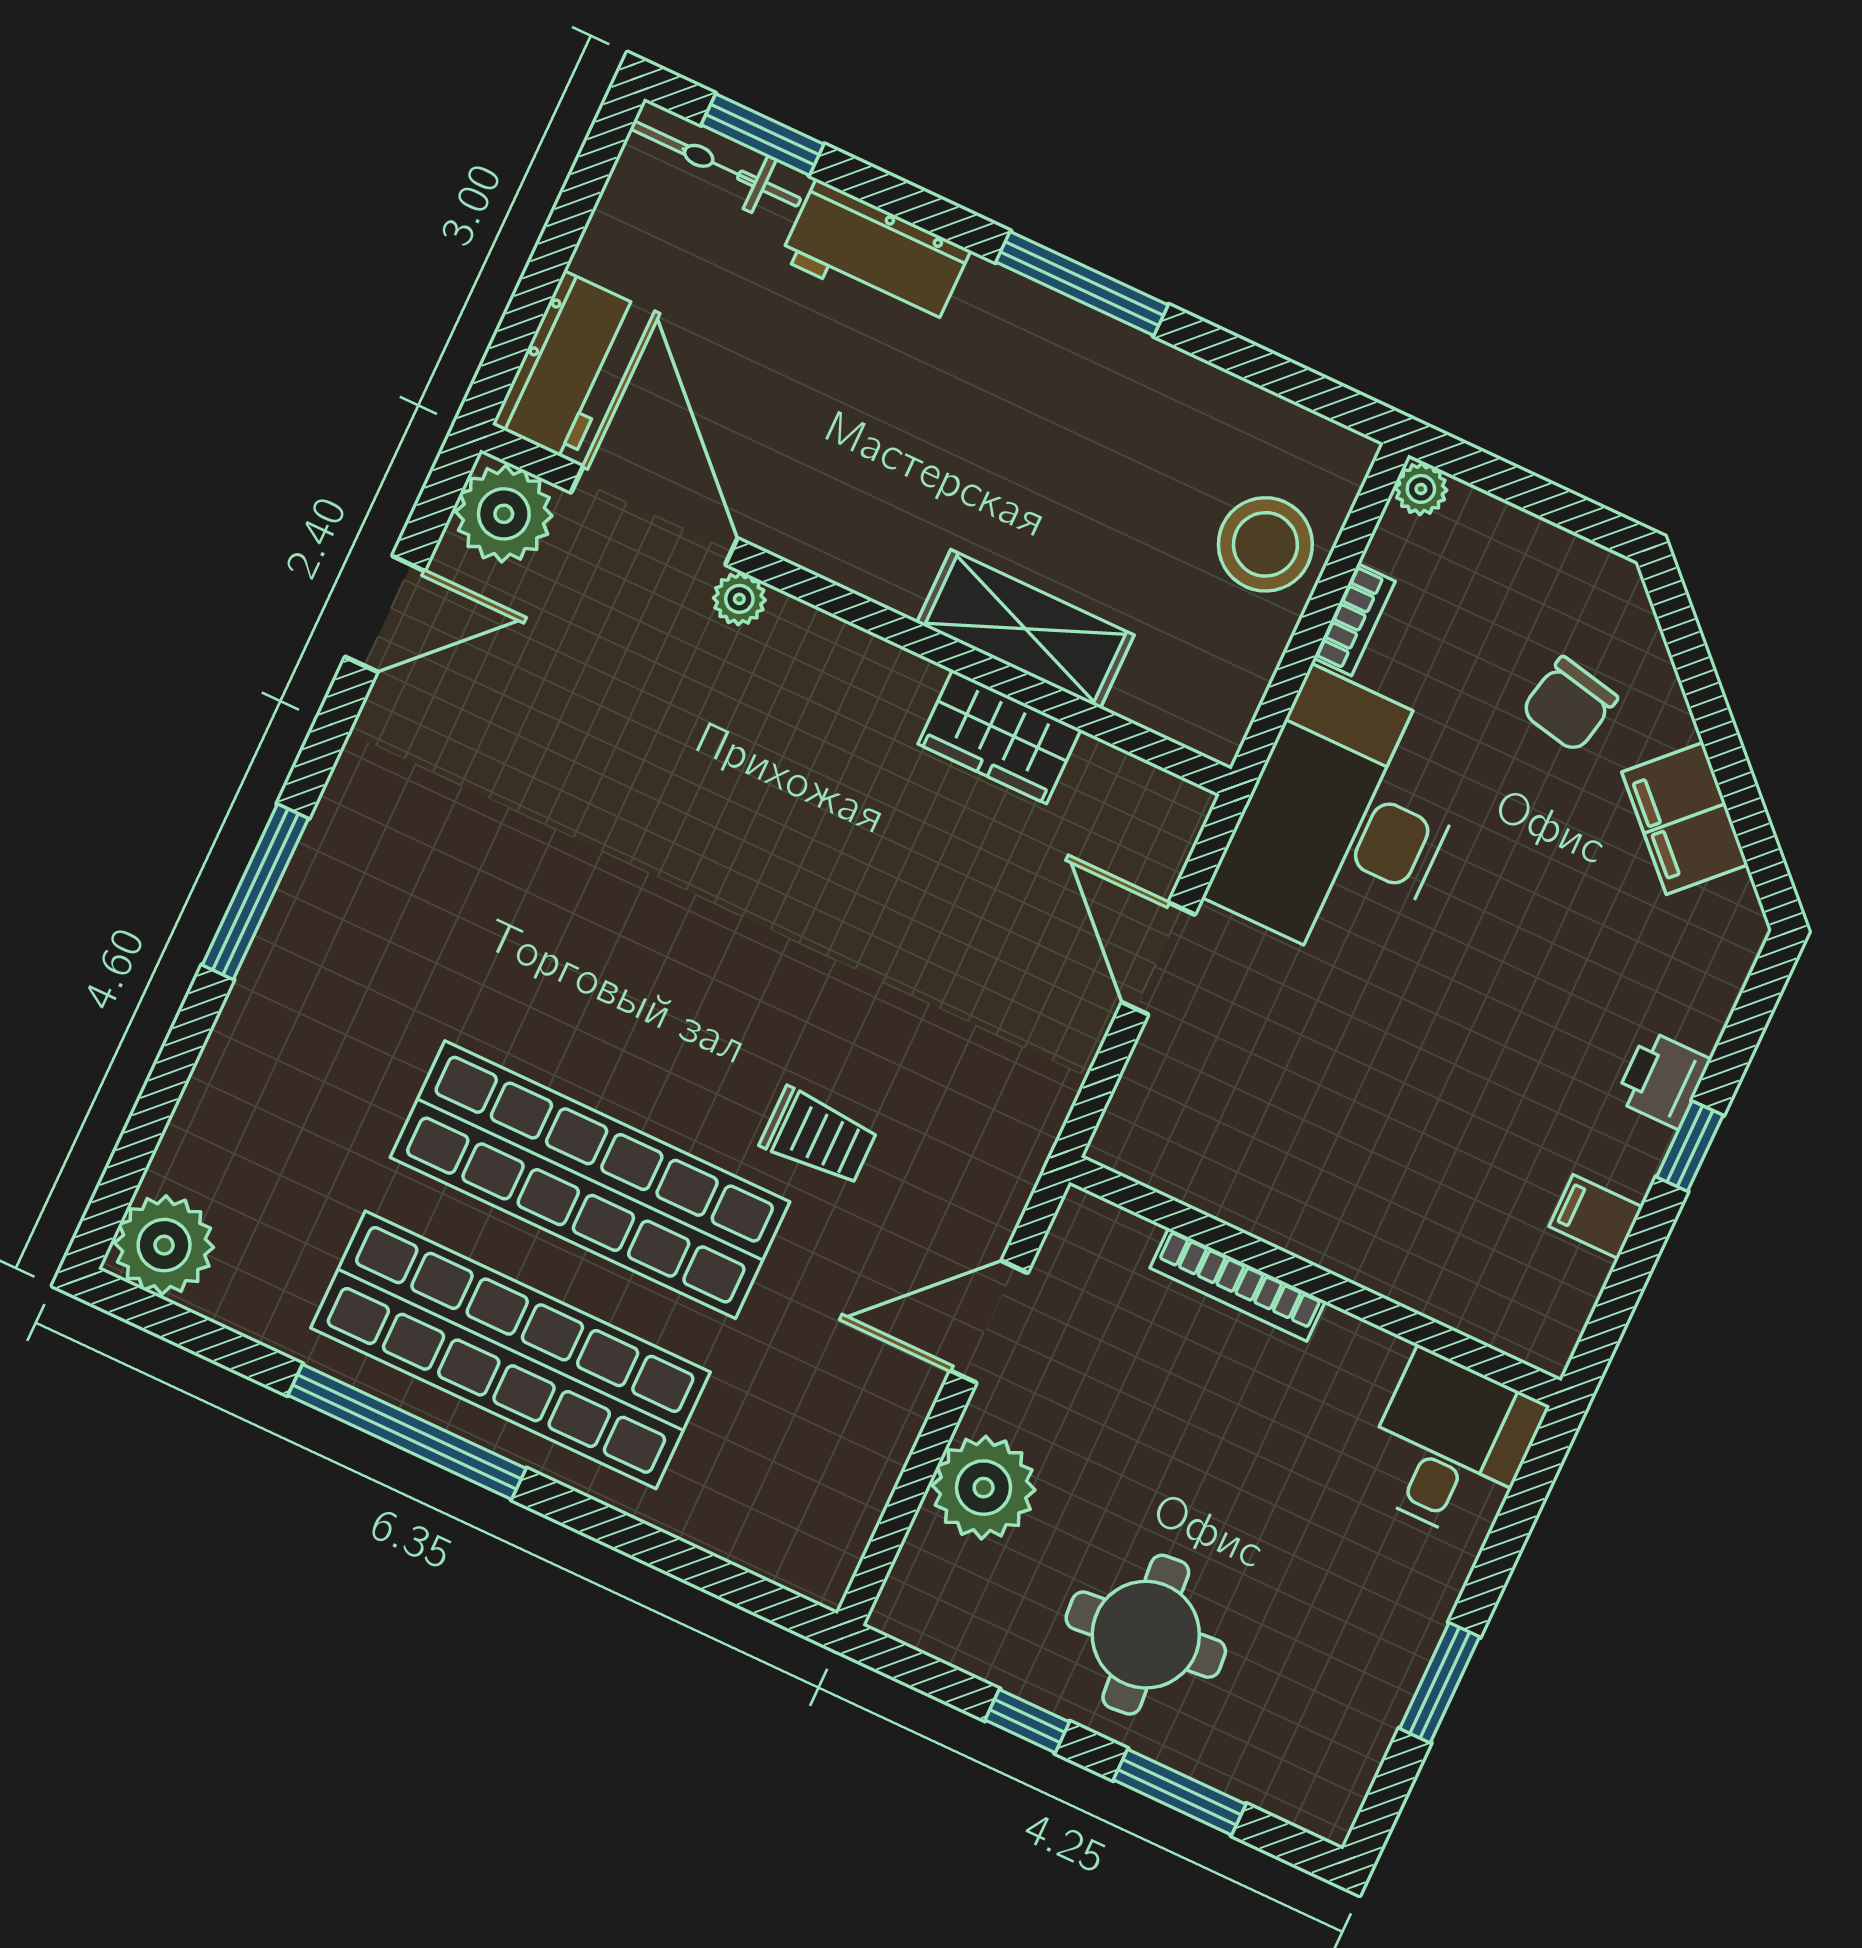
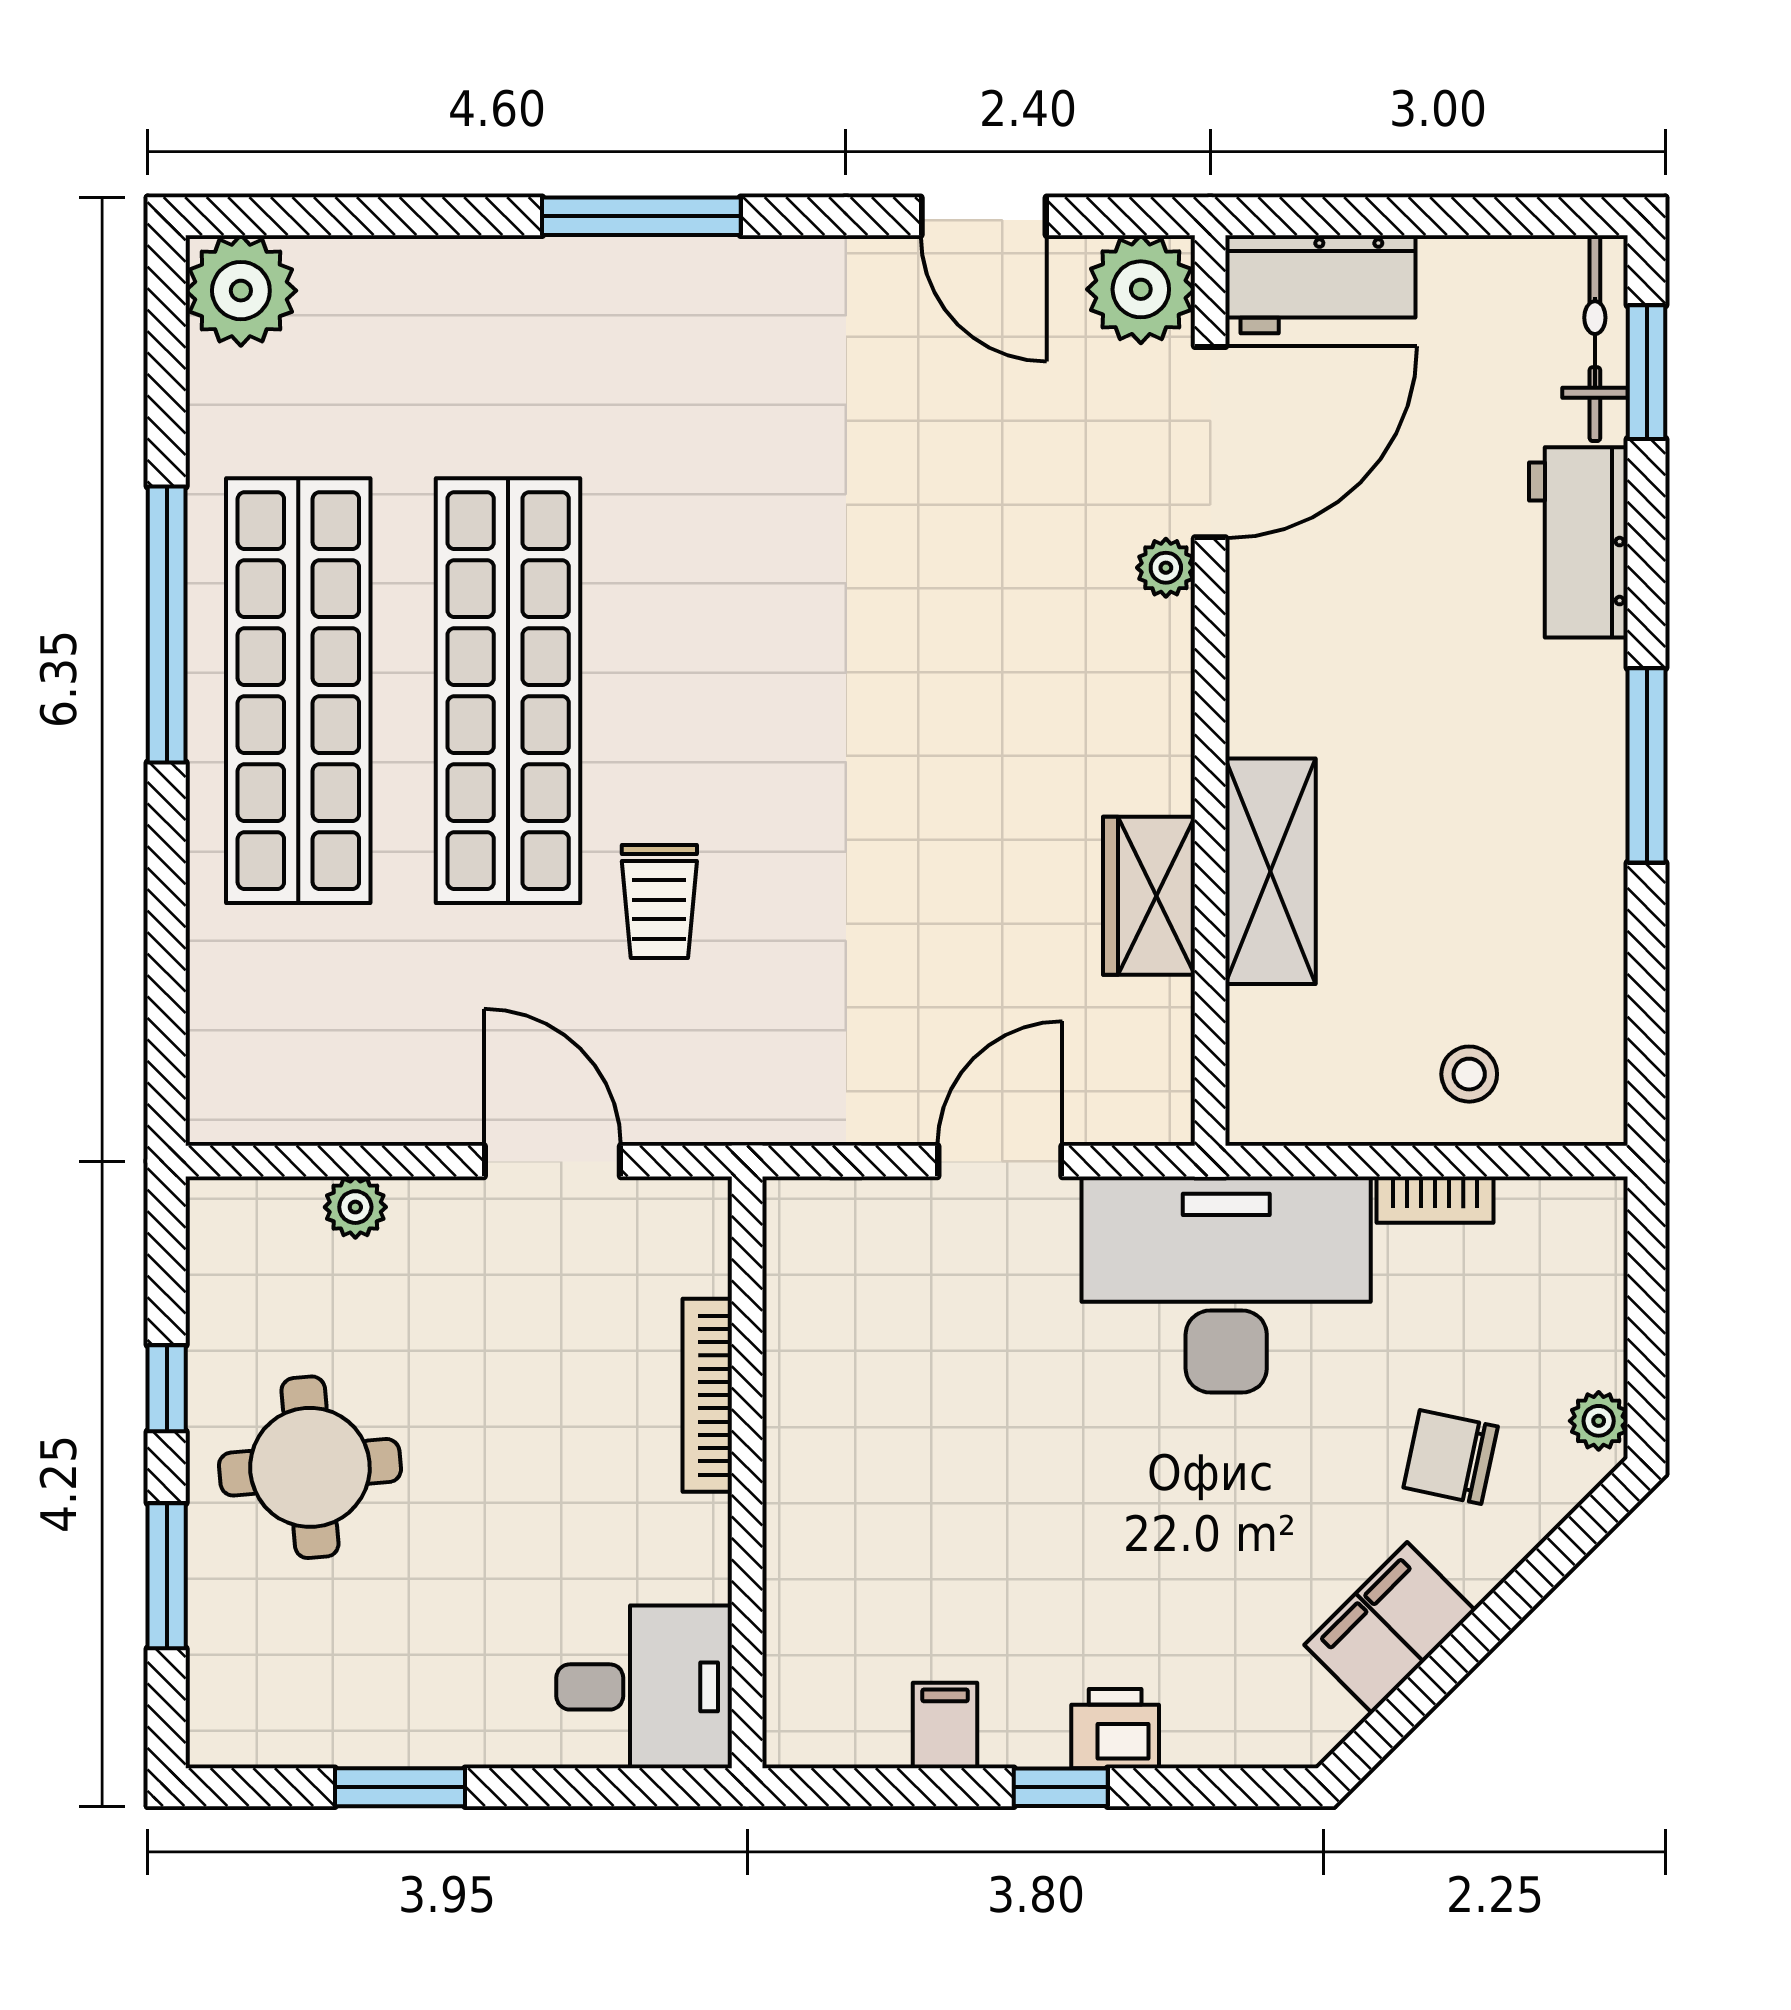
plant: (1421, 489) -> (1599, 1421), moved
stool: (1265, 544) -> (1469, 1074), width x0.53, depth x0.53
plant: (984, 1488) -> (355, 1207), width x0.53, depth x0.53

